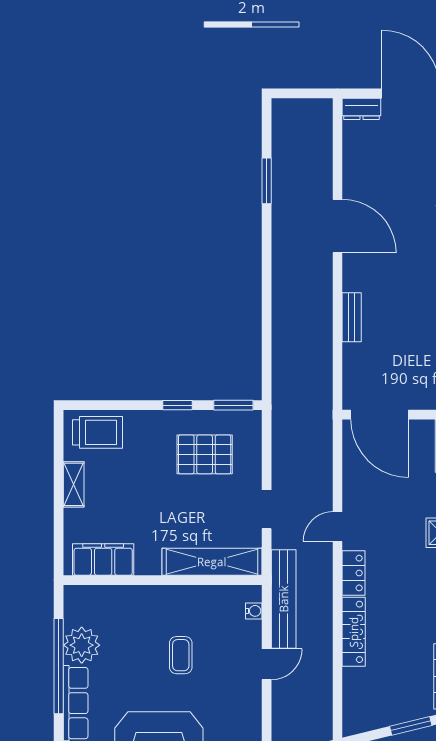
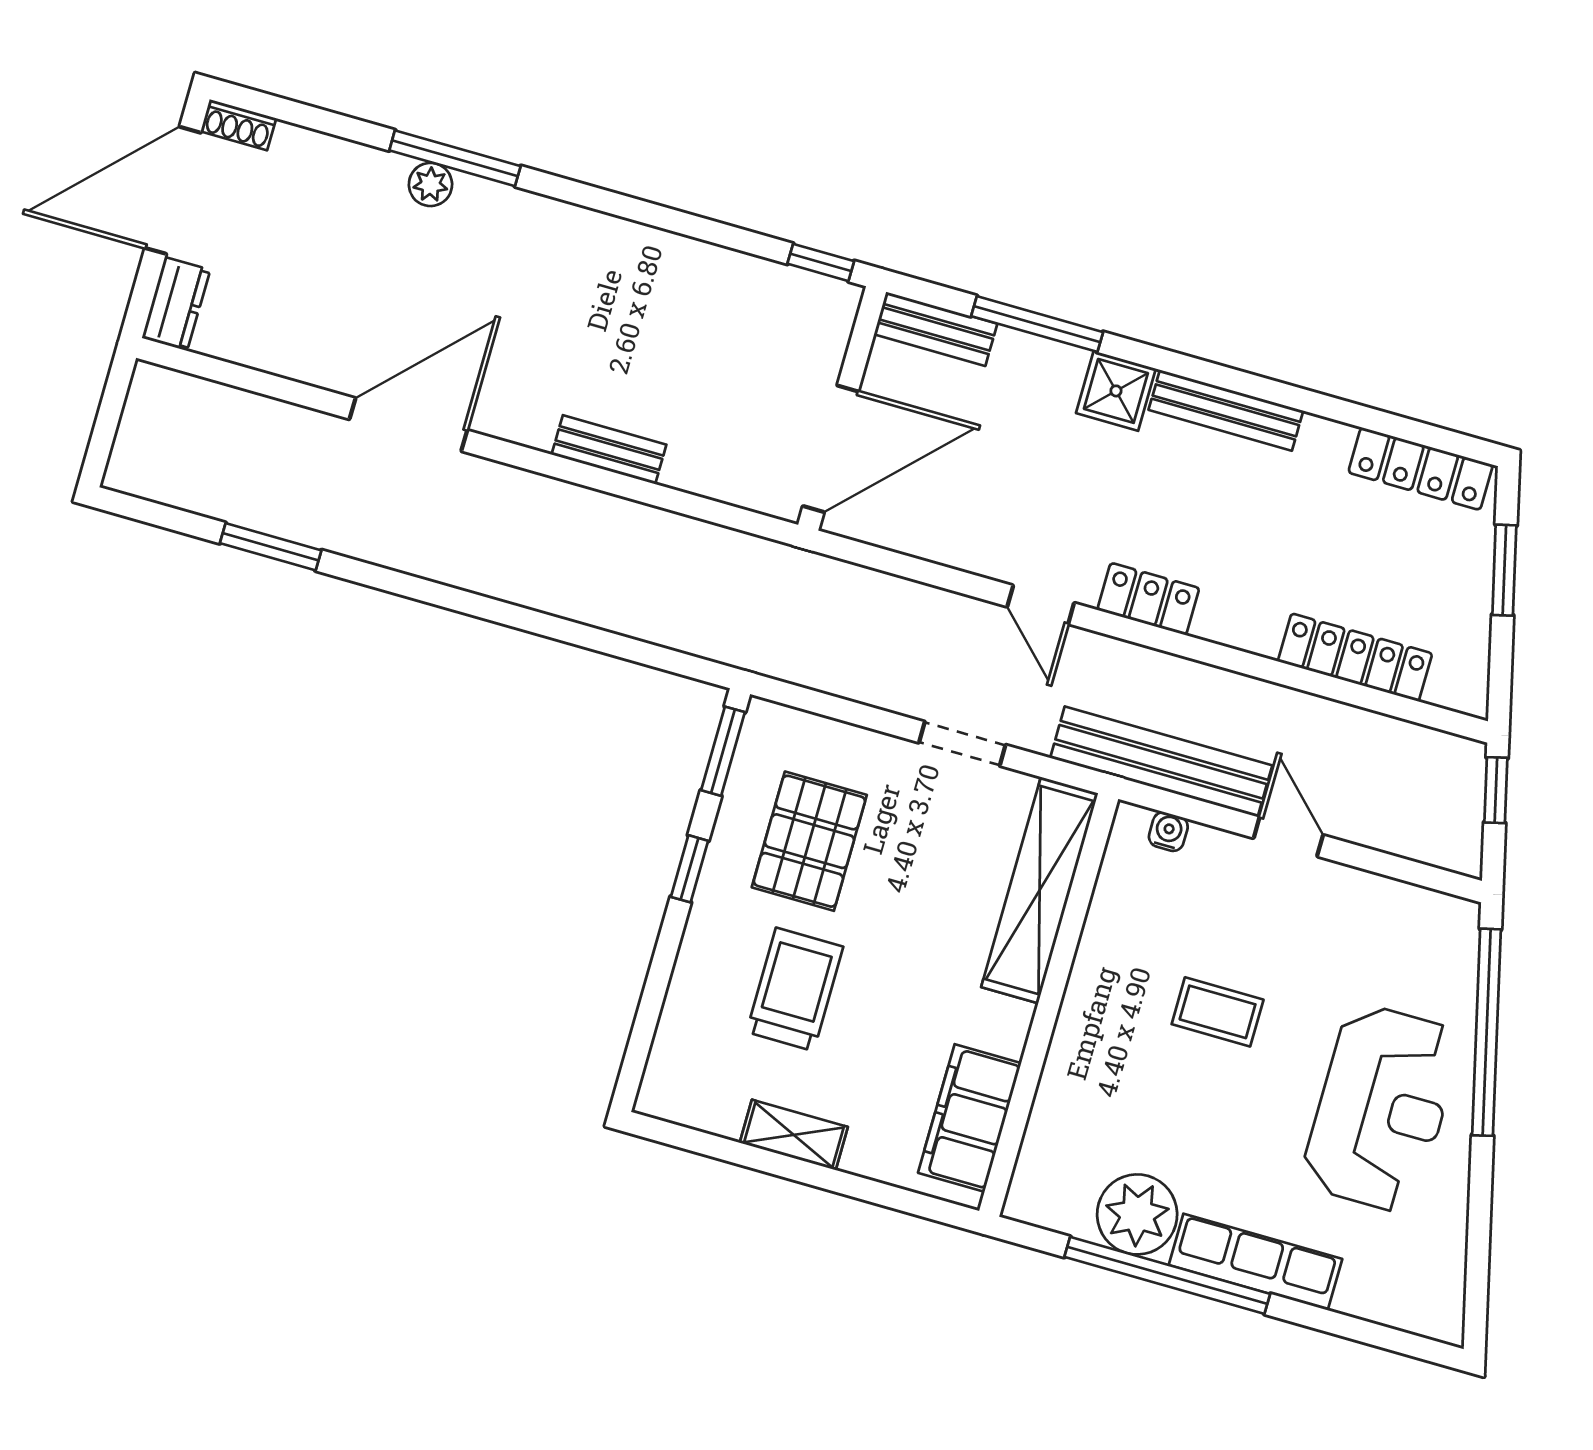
trolley: (97, 432) -> (795, 989), moved
locker: (354, 632) -> (1355, 657), moved

